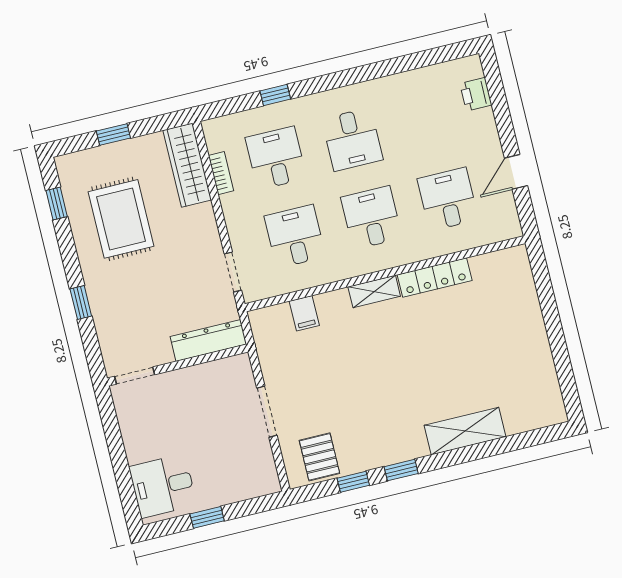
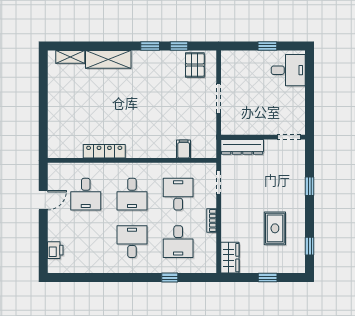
wardrobe: (187, 165) -> (230, 258), width x0.67
bookcase: (221, 173) -> (212, 221), moved
rug: (121, 219) -> (275, 228), width x0.73, depth x0.70
desk: (295, 236) -> (178, 194), turned 180
shelving: (374, 291) -> (70, 57), moved

